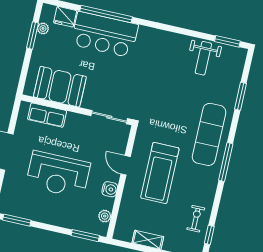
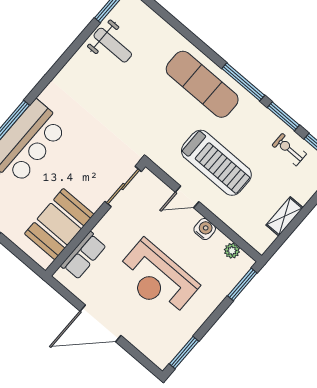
window: (241, 96) -> (283, 116), moved
reception desk: (58, 174) -> (157, 279), turned 90

